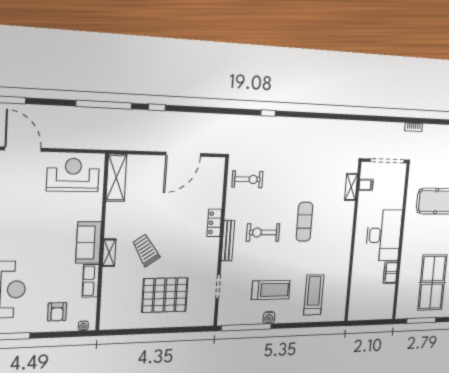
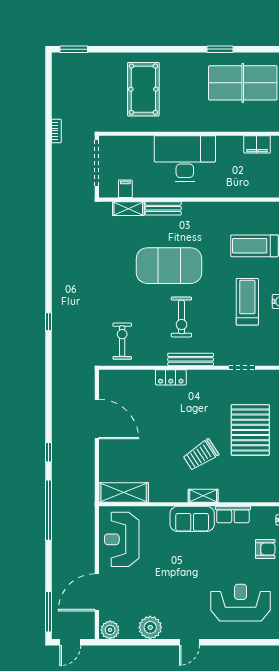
bench: (349, 217) -> (163, 208), added
exercise mat: (305, 222) -> (169, 266), width x2.00, depth x1.45
filing cabinet: (390, 273) -> (257, 144), moved

